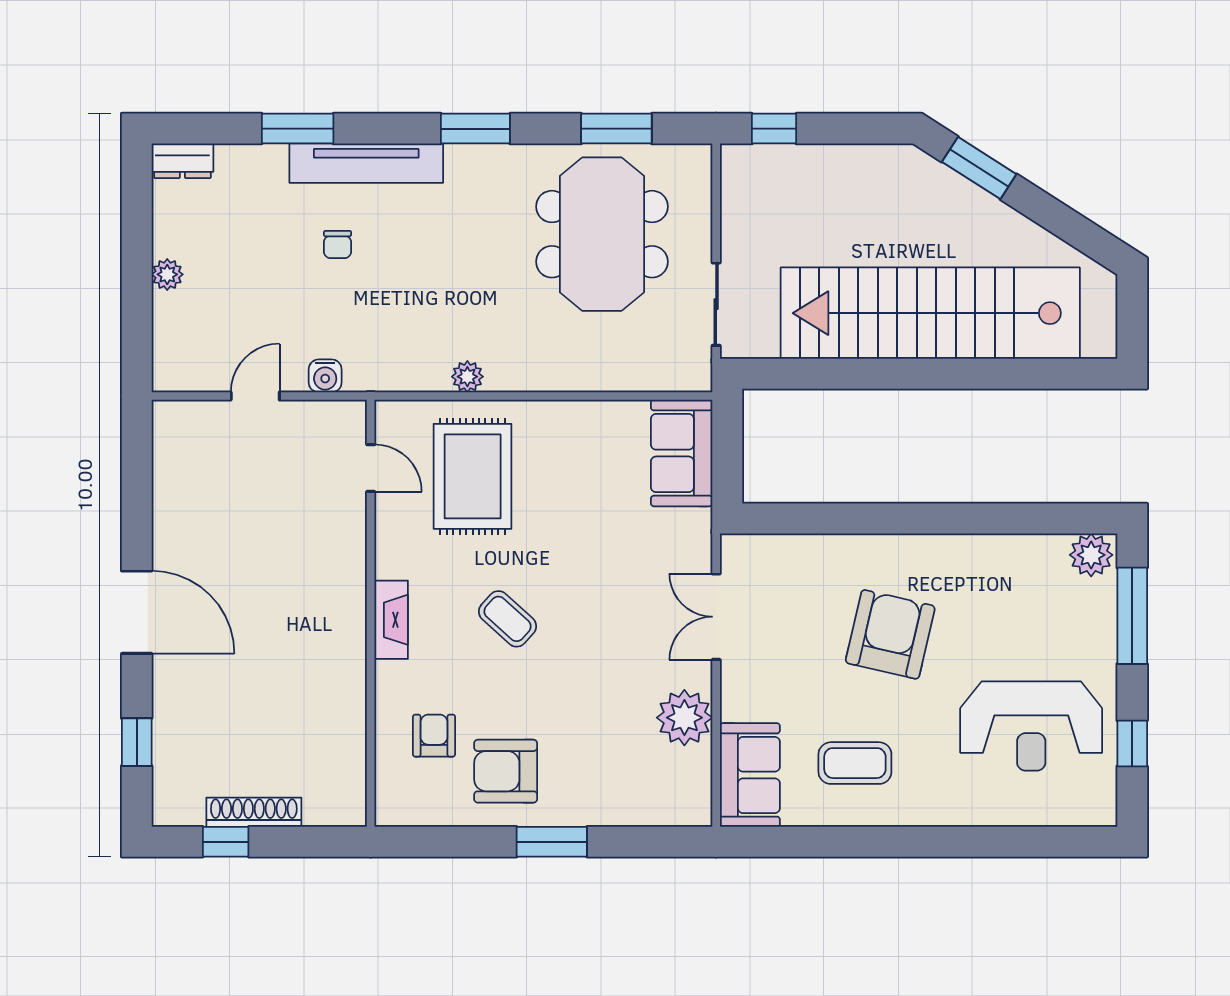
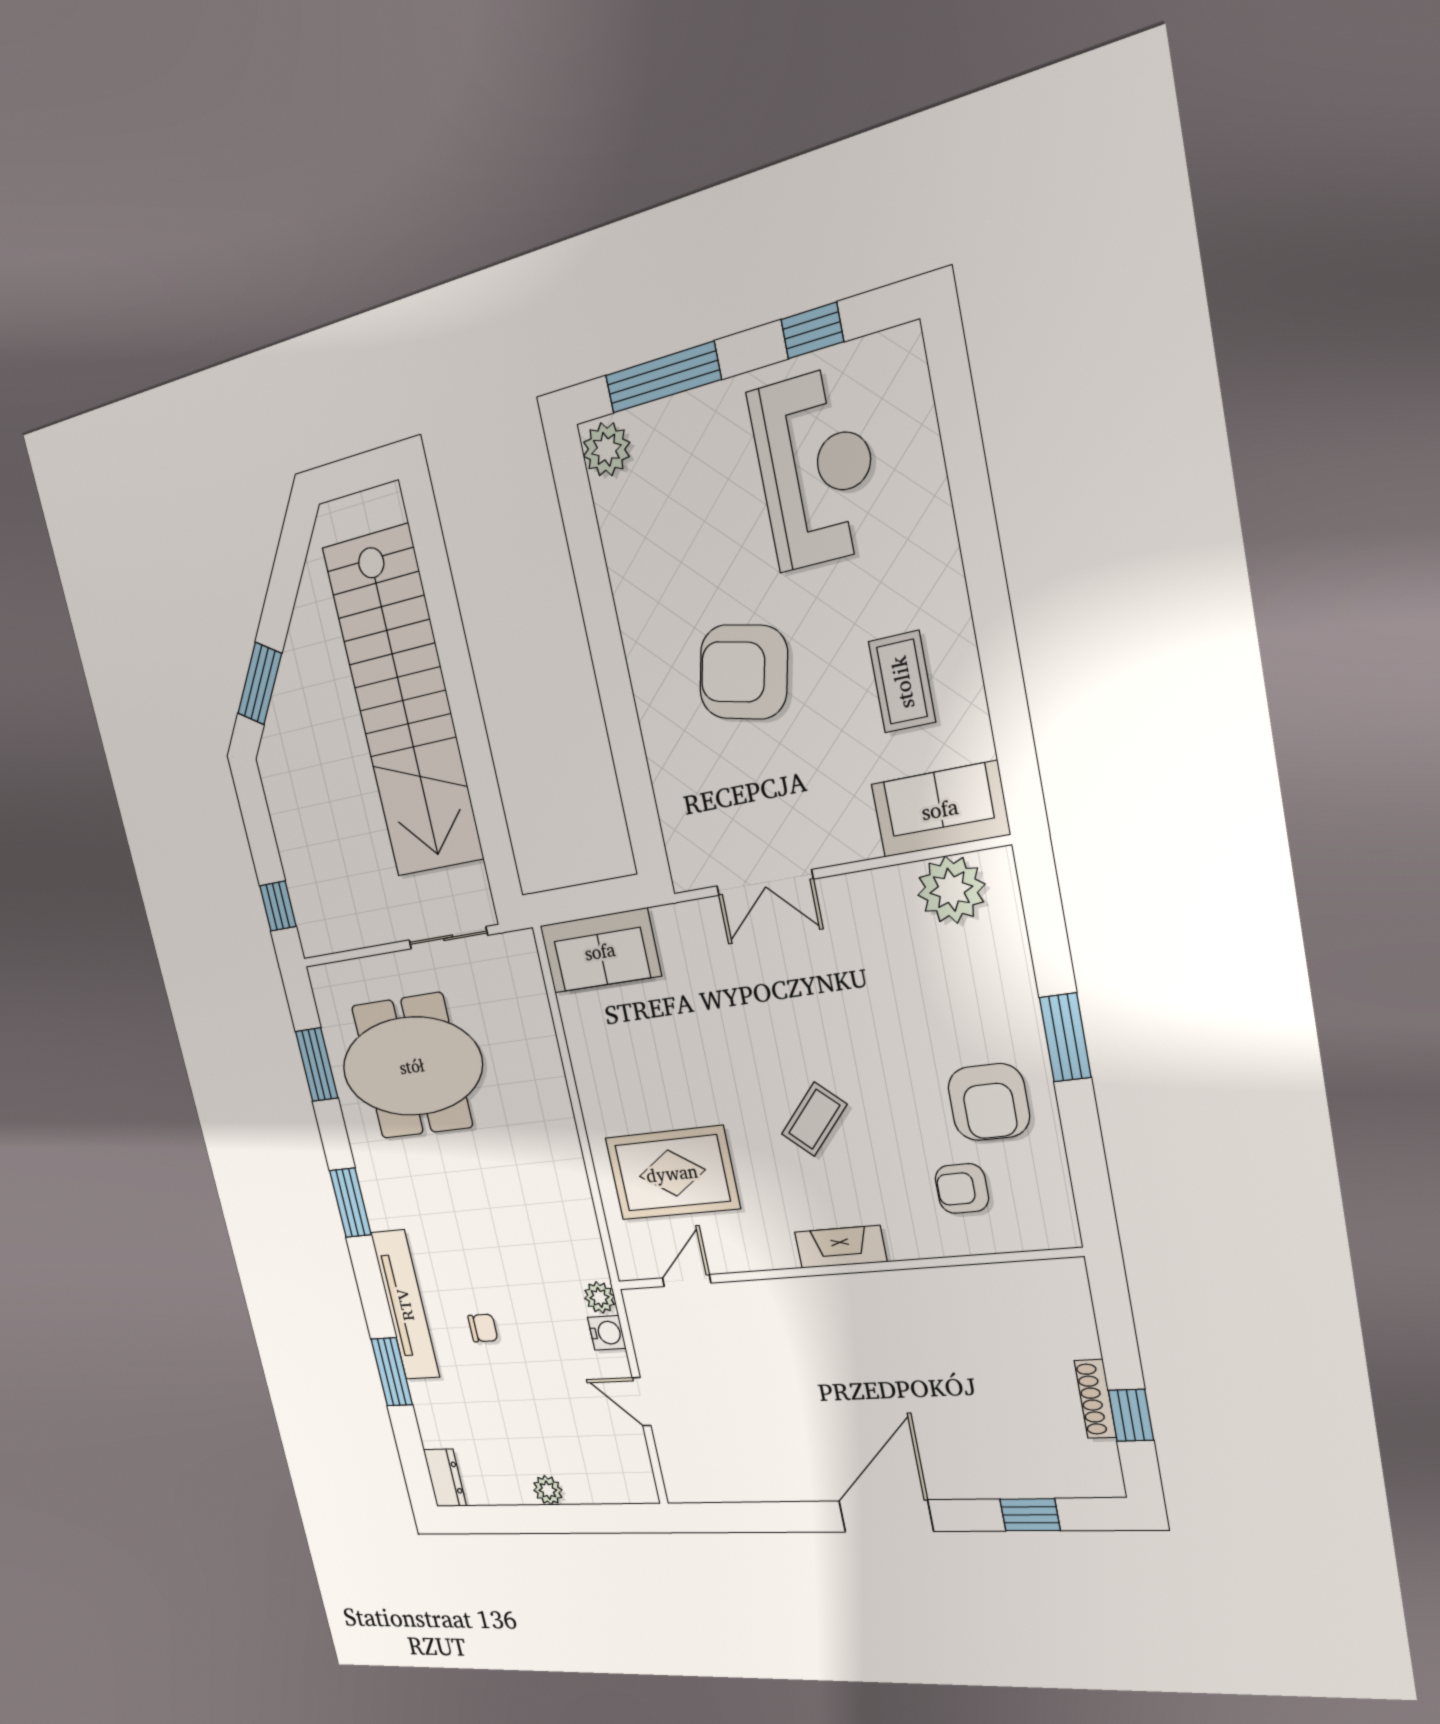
plant: (467, 377) -> (600, 1297), moved
plant: (684, 718) -> (951, 890), moved
shoe rack: (254, 812) -> (1095, 1399), width x0.74, depth x0.81

